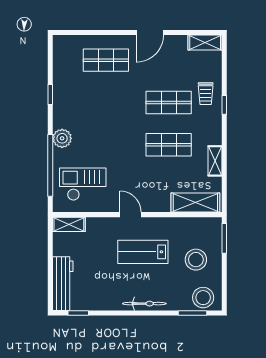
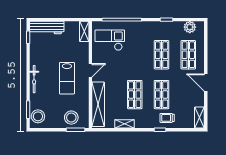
shop shelf: (106, 102) -> (162, 55), added
plant: (62, 138) -> (190, 27), moved
checkout: (83, 184) -> (110, 40), turned -90
shelving: (195, 203) -> (98, 104), width x1.47
lab bench: (143, 252) -> (67, 78), turned 180
stool: (196, 260) -> (71, 118), moved

